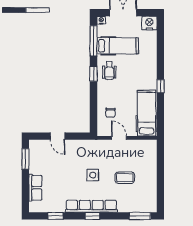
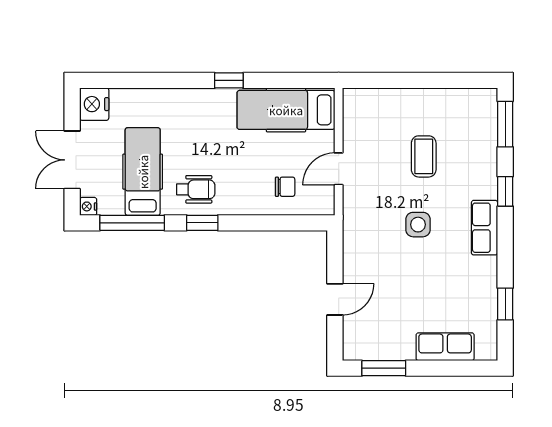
row of seats: (91, 206) -> (484, 228), width x0.50
window: (92, 216) -> (505, 191), moved

